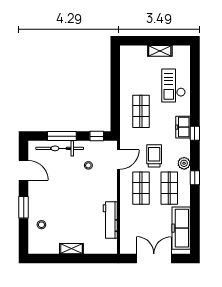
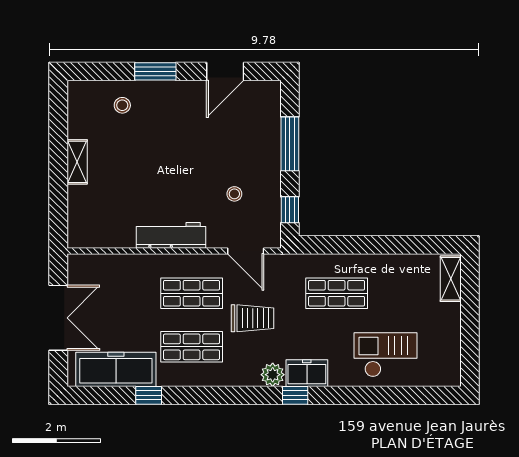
shelving: (160, 51) -> (451, 279), moved
bicycle: (60, 148) -> (267, 140), removed
plant: (184, 163) -> (273, 375), moved
window: (195, 178) -> (149, 395), moved
workbench: (110, 220) -> (171, 235), moved

